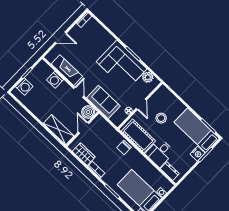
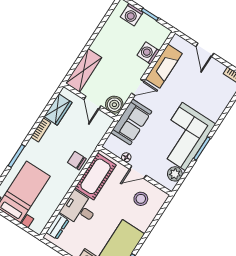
stool: (161, 118) -> (141, 199), moved
door: (84, 128) -> (92, 103), swing flipped

